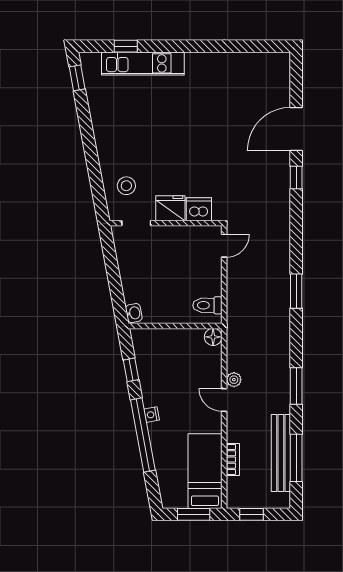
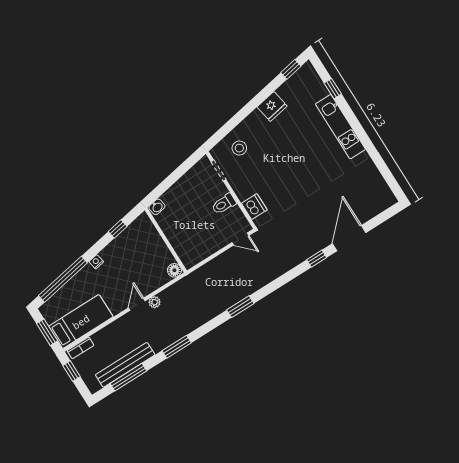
kitchen unit: (143, 63) -> (340, 127), moved
door: (296, 129) -> (349, 238), hinge flipped
fridge: (170, 208) -> (272, 106), moved, turned 80
toilet: (207, 305) -> (224, 204), moved, turned -90
window: (143, 435) -> (63, 279), moved
bookcase: (233, 459) -> (80, 348), moved

